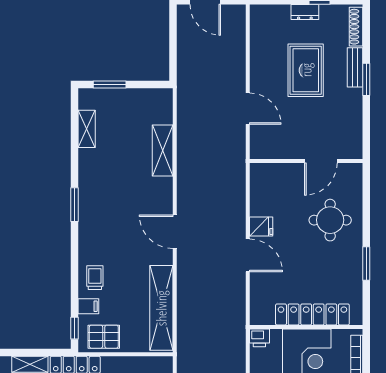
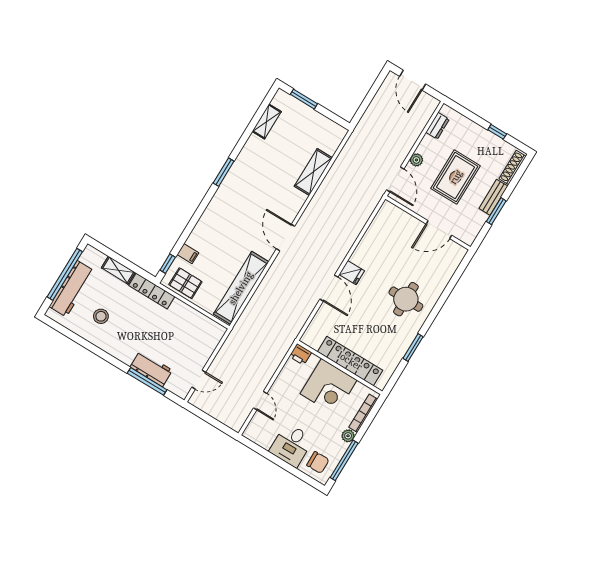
dresser: (305, 12) -> (438, 126), moved, turned -90
plant: (257, 77) -> (416, 160), added
wall: (306, 161) -> (428, 223), moved
door: (321, 161) -> (439, 230), moved
trolley: (95, 278) -> (206, 235), removed

